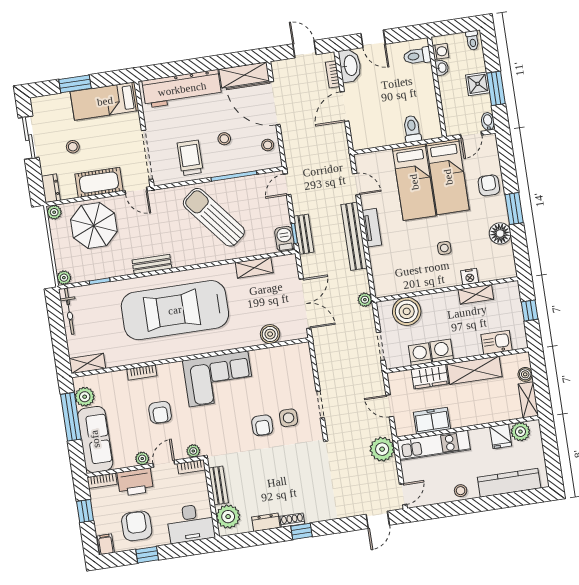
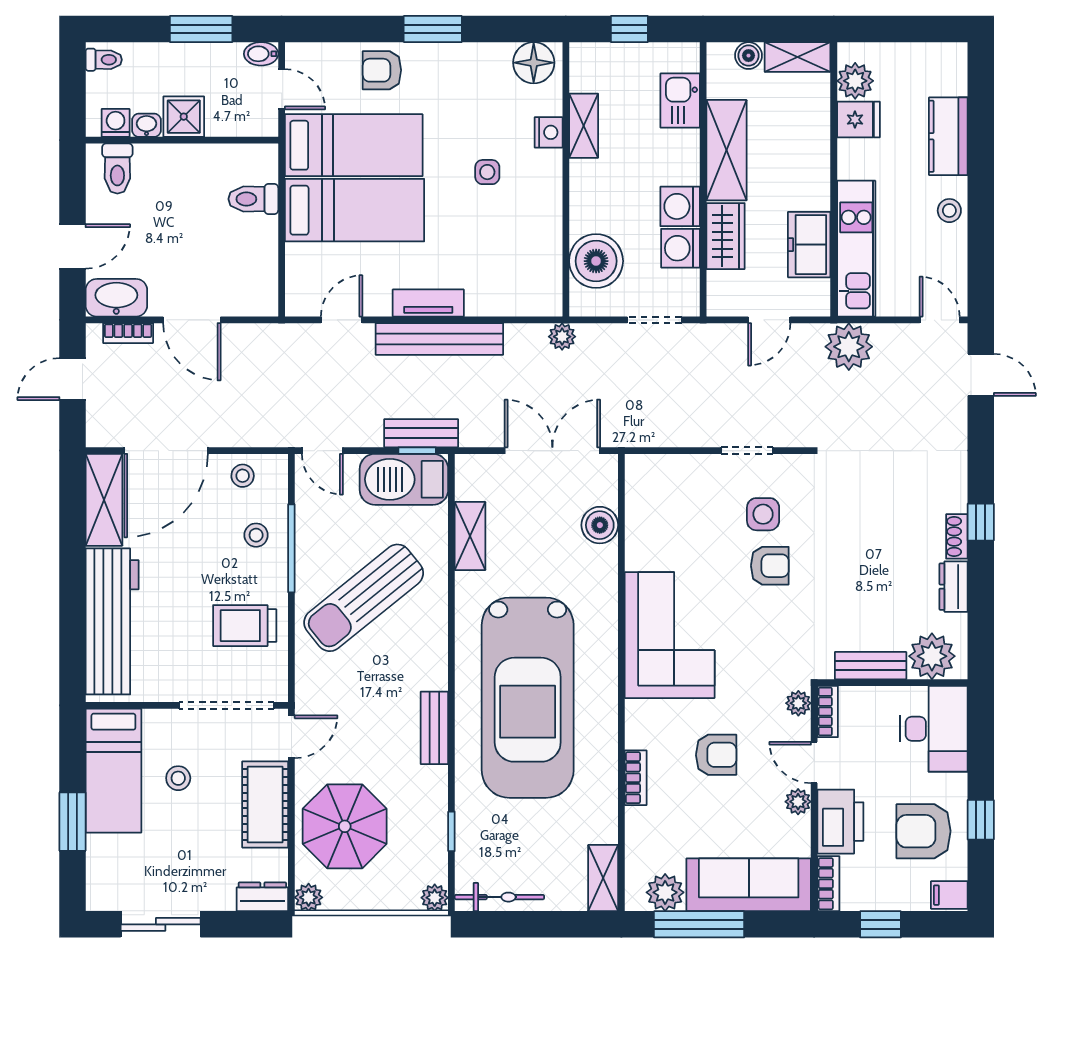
shower: (478, 84) -> (184, 117), moved
stool: (224, 139) -> (256, 535), moved
stool: (73, 147) -> (178, 778), moved
floor lamp: (500, 233) -> (534, 63), moved
barbecue: (285, 239) -> (404, 479), width x1.88, depth x1.53
kitchen counter: (509, 483) -> (948, 136), width x0.67

